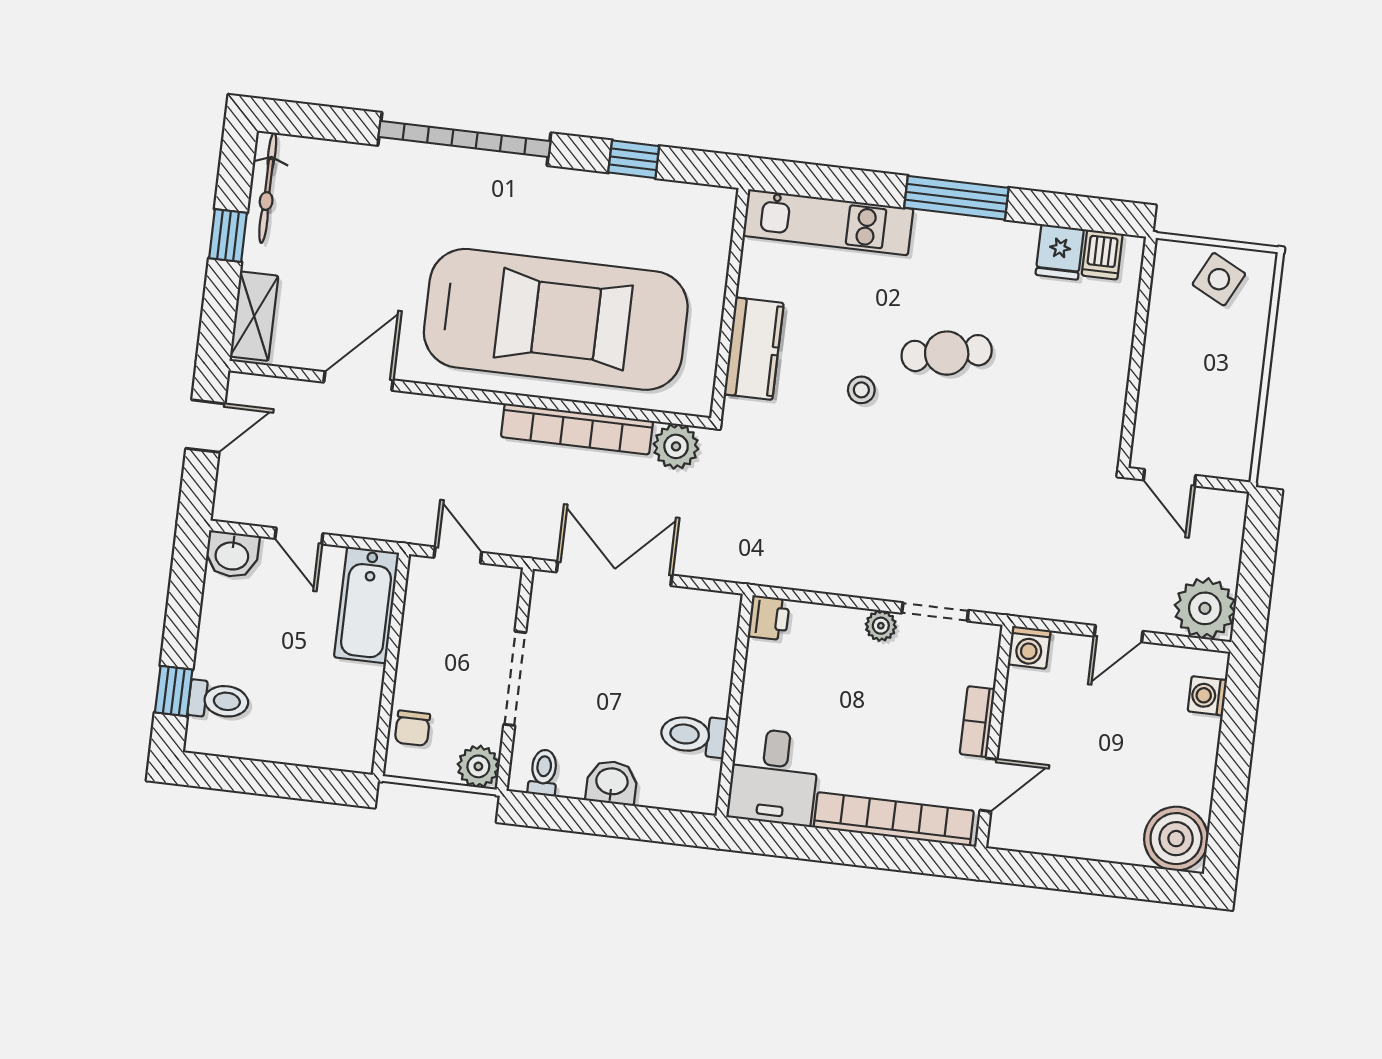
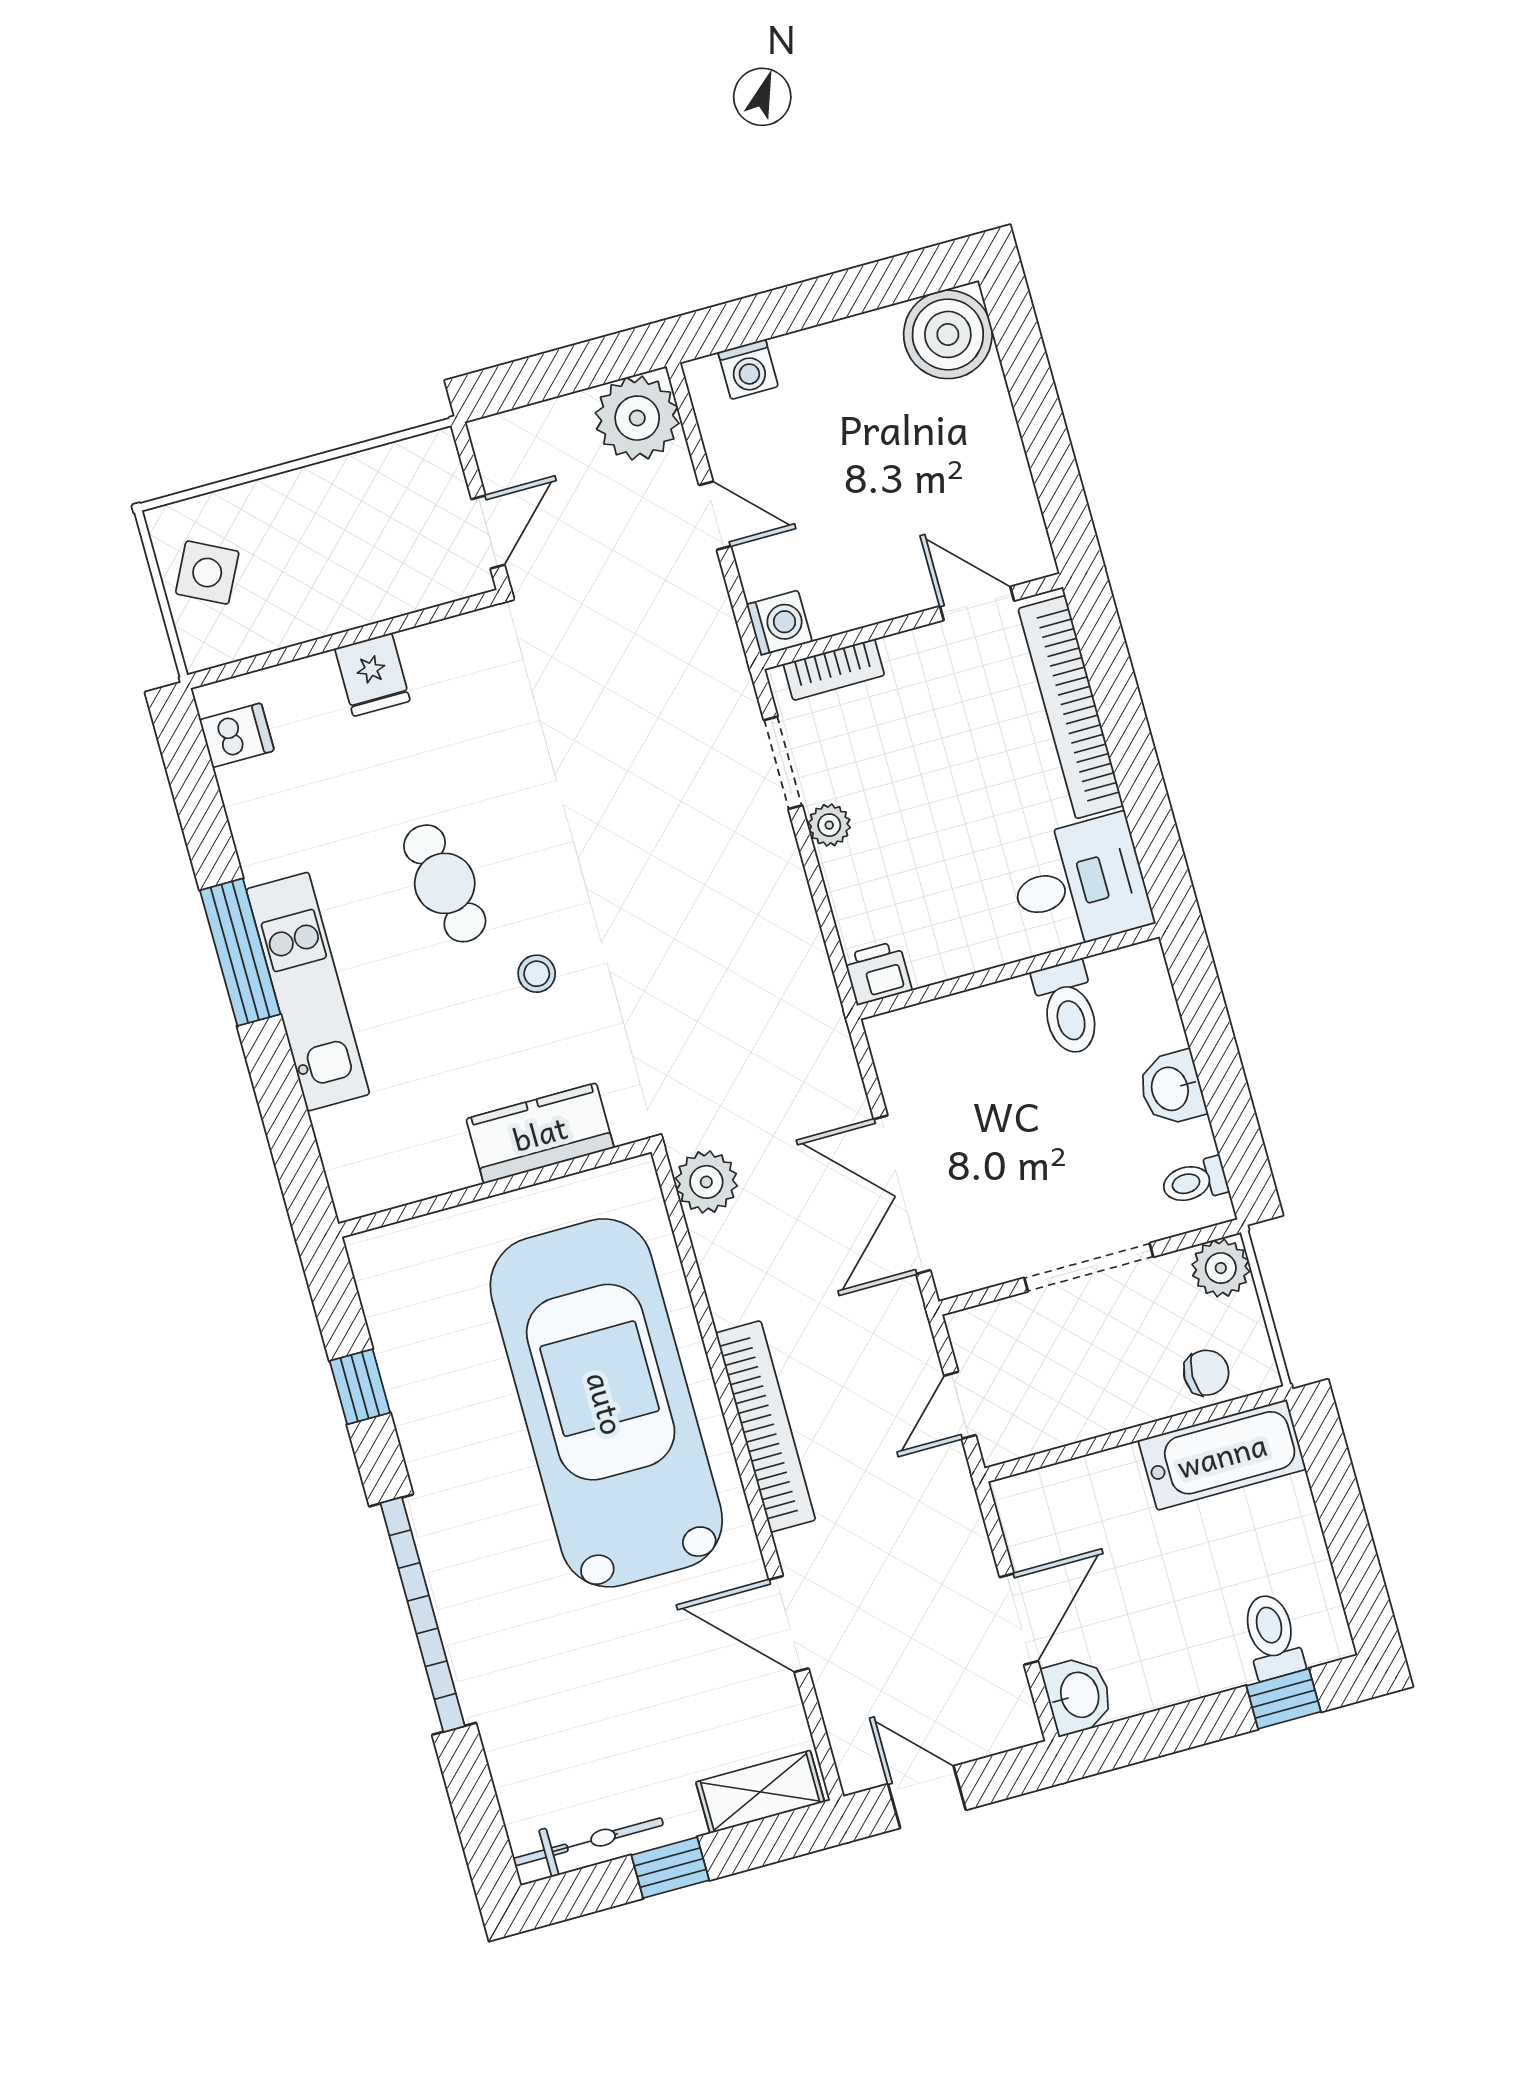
kitchen unit: (828, 222) -> (308, 992), moved
fridge: (1060, 252) -> (372, 675), moved, turned 90
bookcase: (577, 429) -> (766, 1426), moved
door: (299, 536) -> (1019, 1619), width x1.38
bathtub: (367, 605) -> (1222, 1455), moved
bookcase: (977, 722) -> (834, 670), moved

